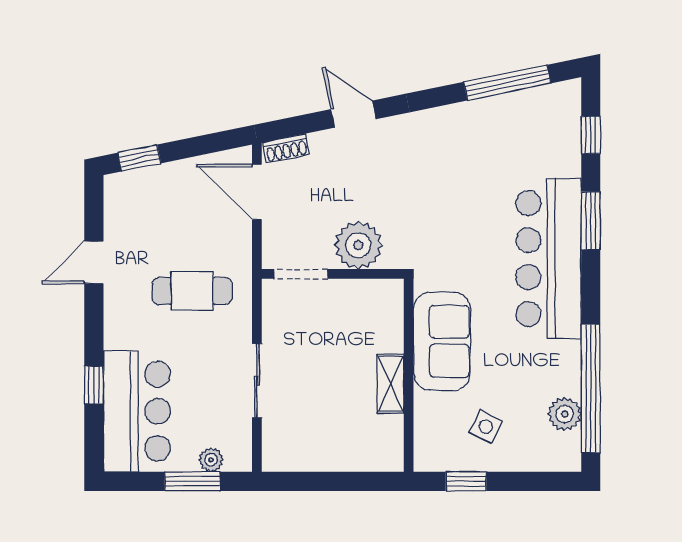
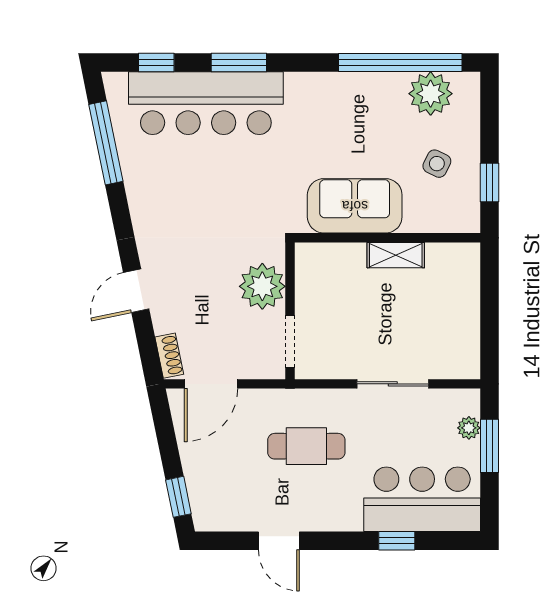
bar counter: (549, 259) -> (206, 103), moved
cafe table: (192, 291) -> (306, 446), turned 90
plant: (565, 414) -> (431, 94), width x1.36, depth x1.36

